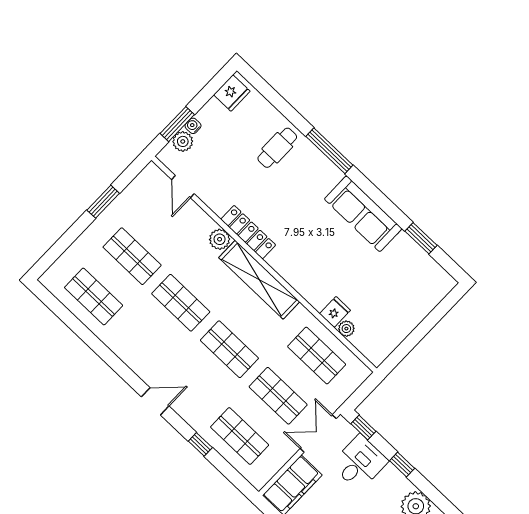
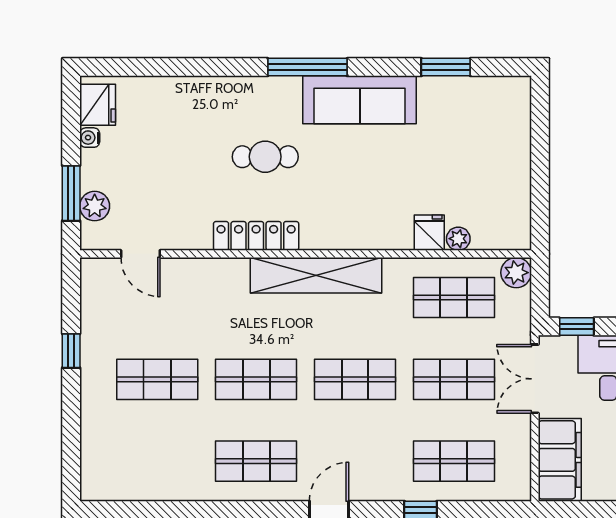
water cooler: (193, 126) -> (90, 138), moved
cafe table: (277, 148) -> (265, 157), moved, turned 90
window: (329, 151) -> (307, 67), moved
window: (103, 202) -> (71, 351), width x0.67
plant: (220, 239) -> (516, 273), moved
shop shelf: (94, 296) -> (256, 461), moved

